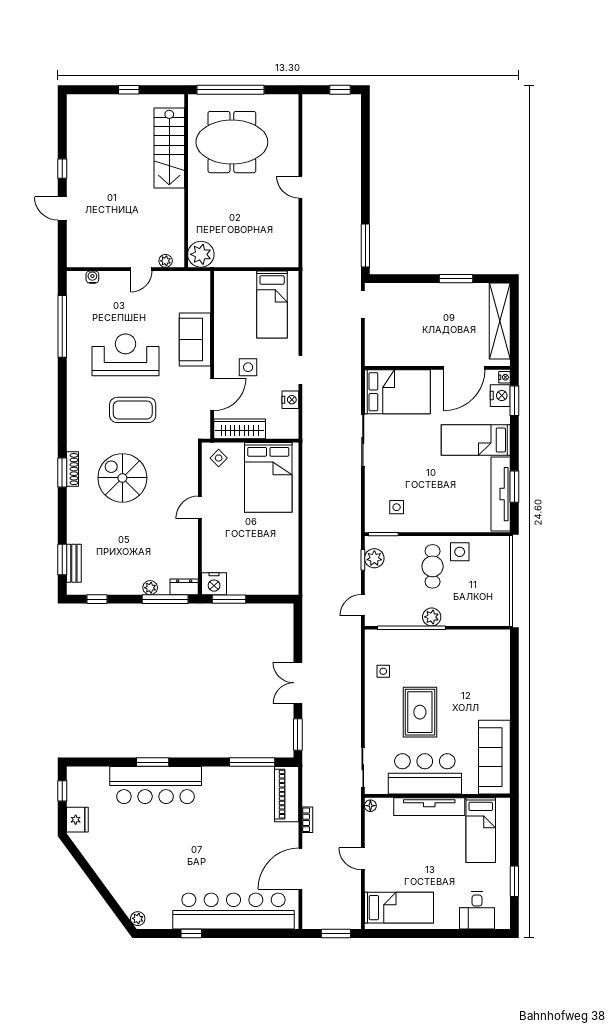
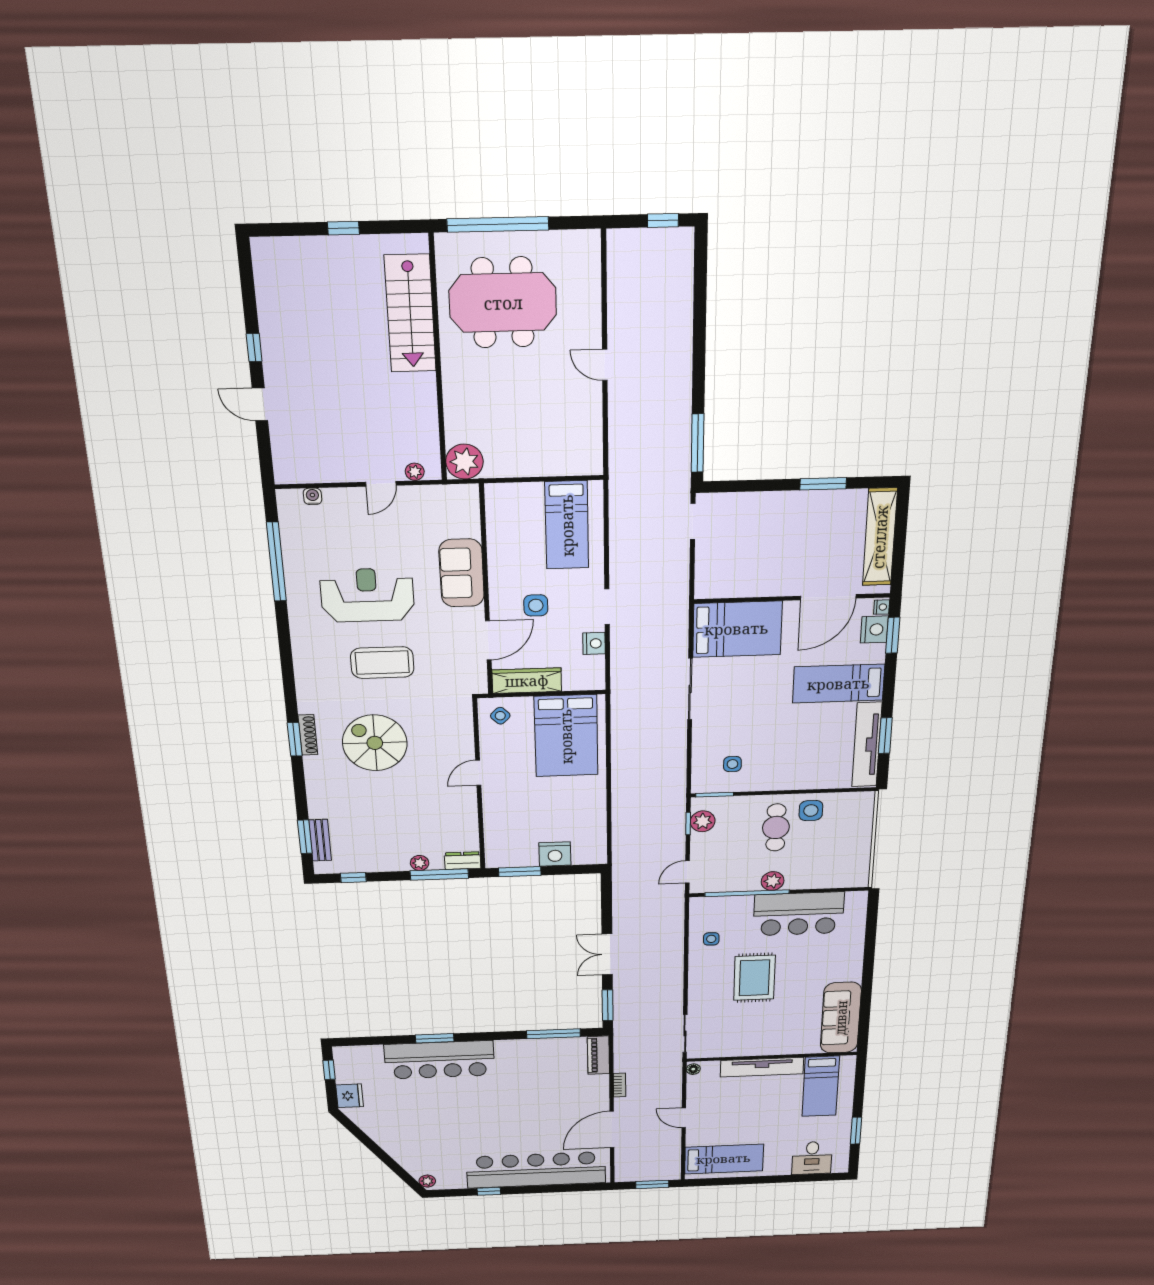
nightstand: (214, 584) -> (555, 854), moved
bar counter: (425, 774) -> (799, 914), moved, turned 180
piano: (287, 794) -> (598, 1055), width x0.73, depth x0.75

